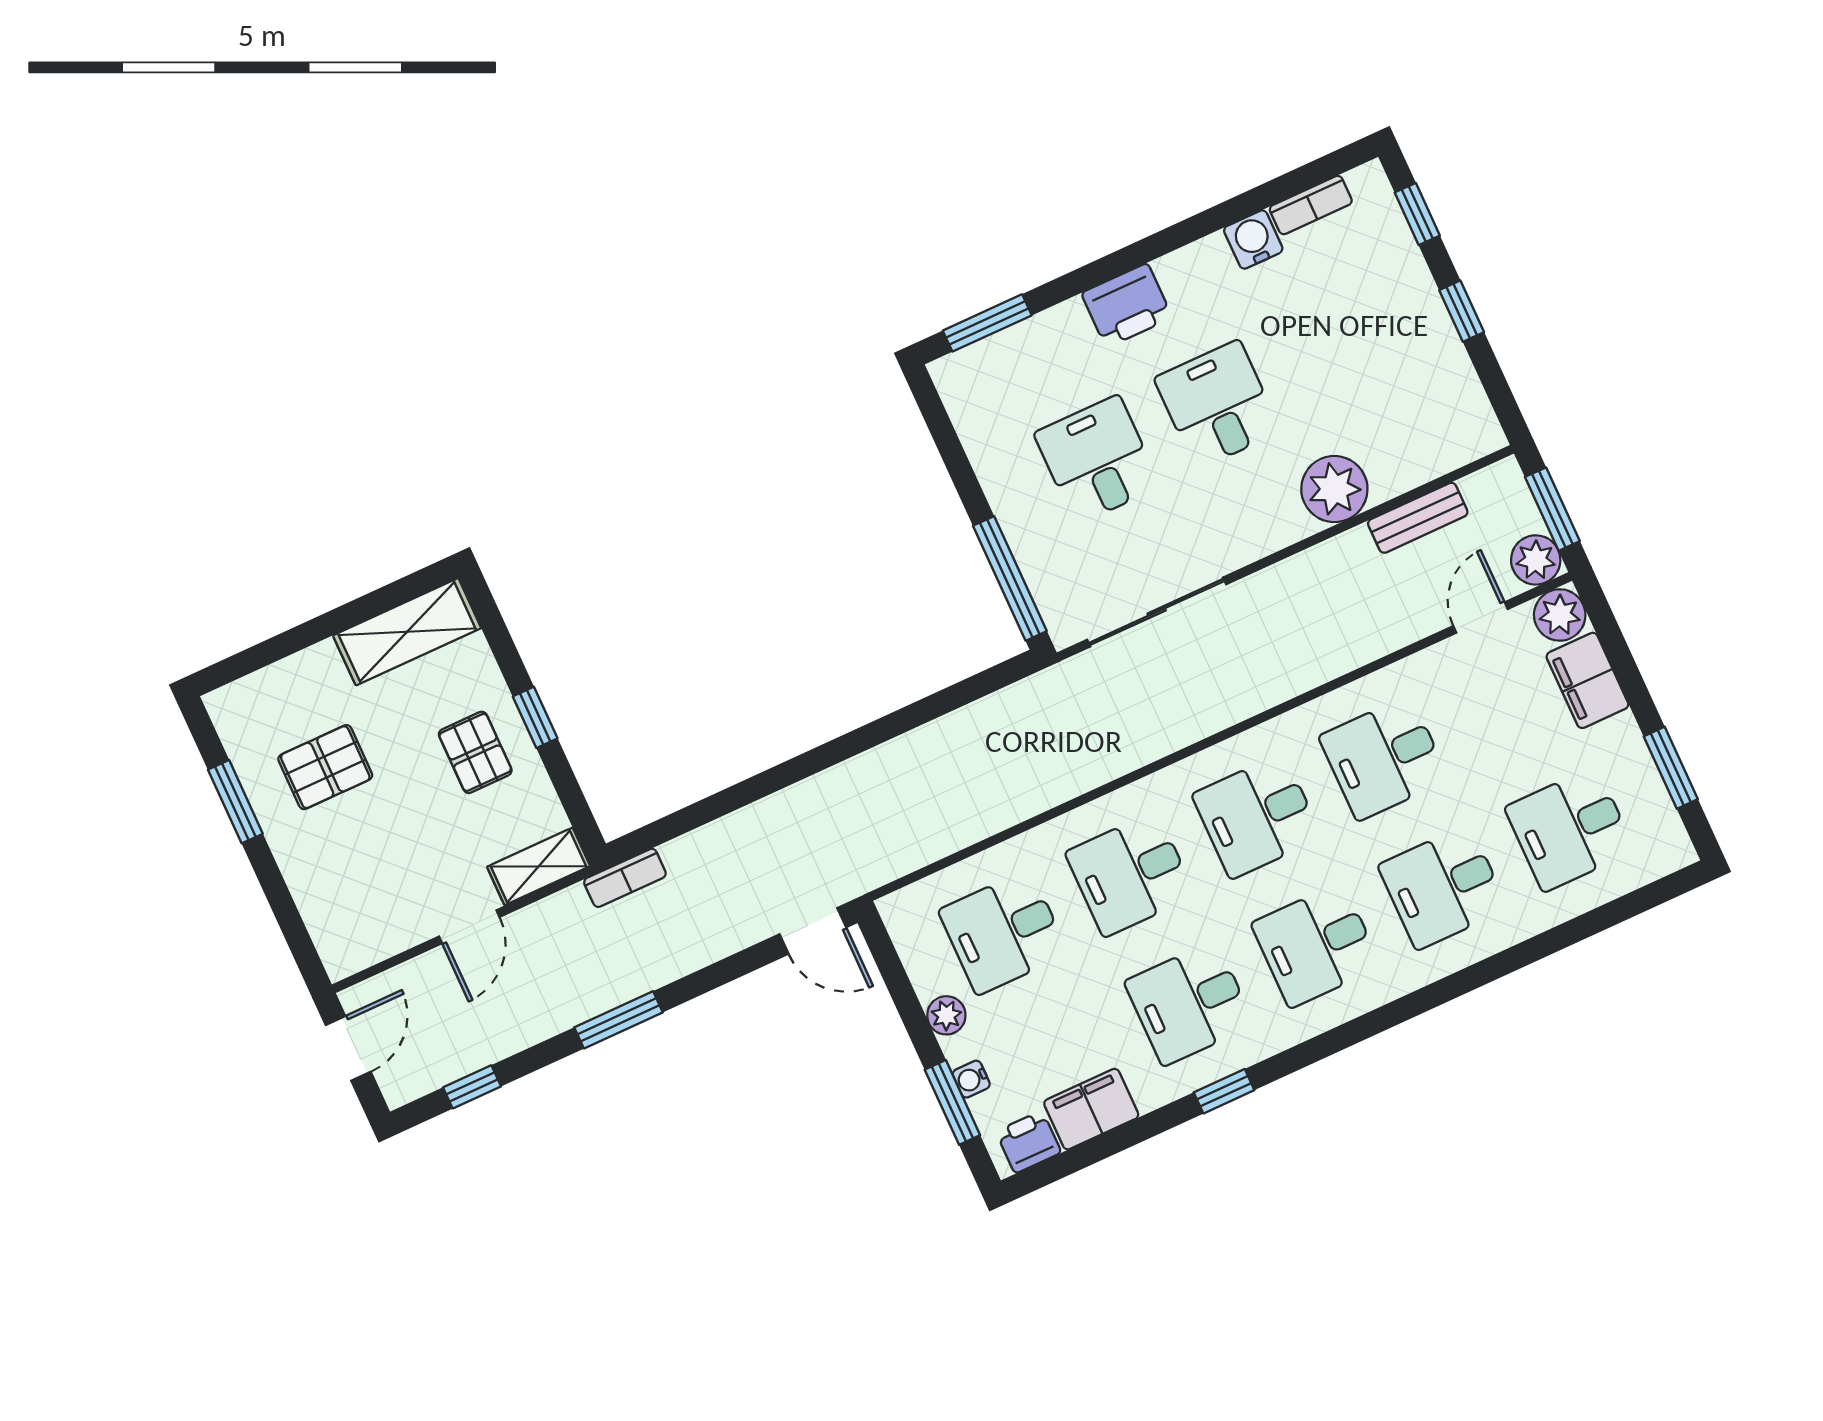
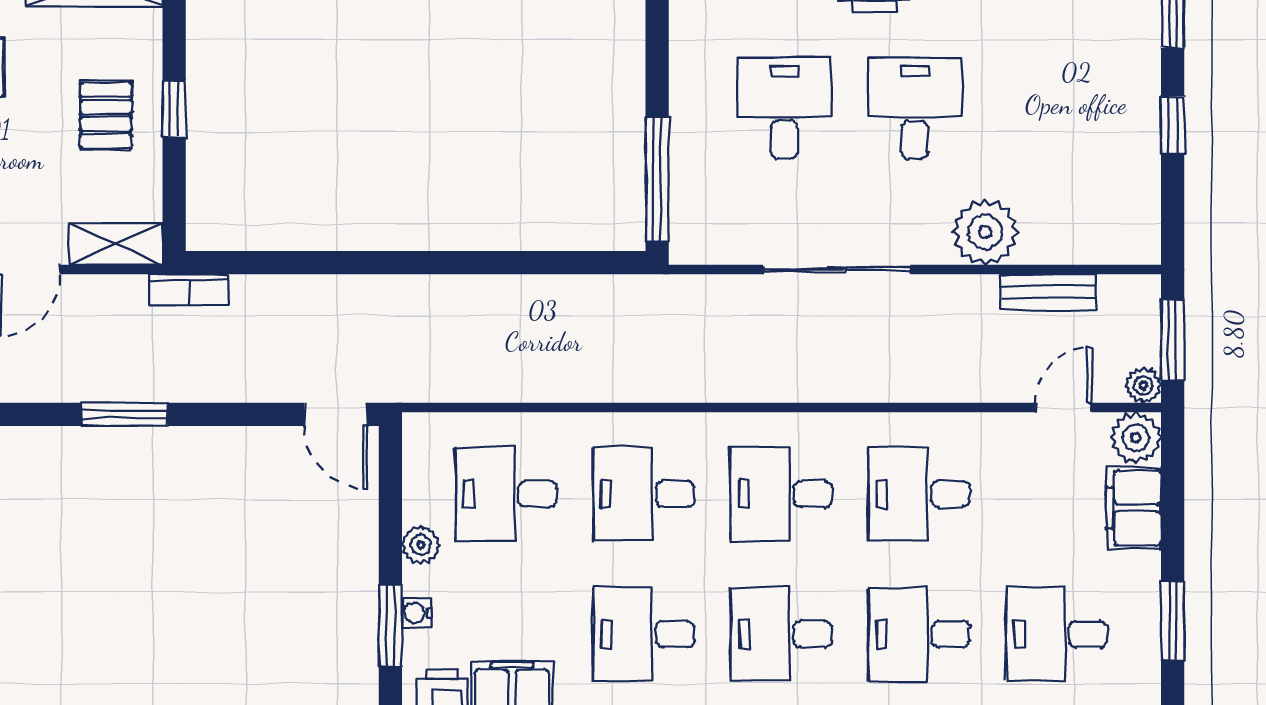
plant: (1536, 560) -> (1143, 385), width x0.73, depth x0.73
sliding door: (1157, 612) -> (837, 269), moved

